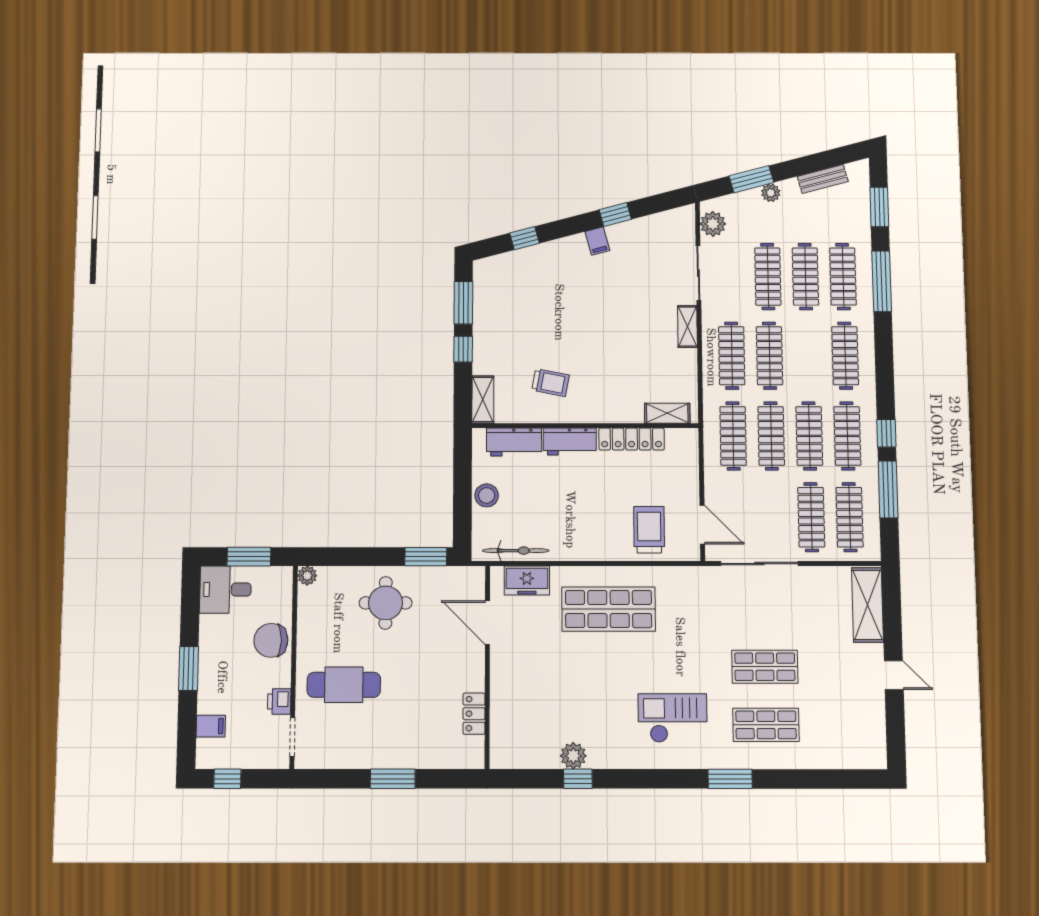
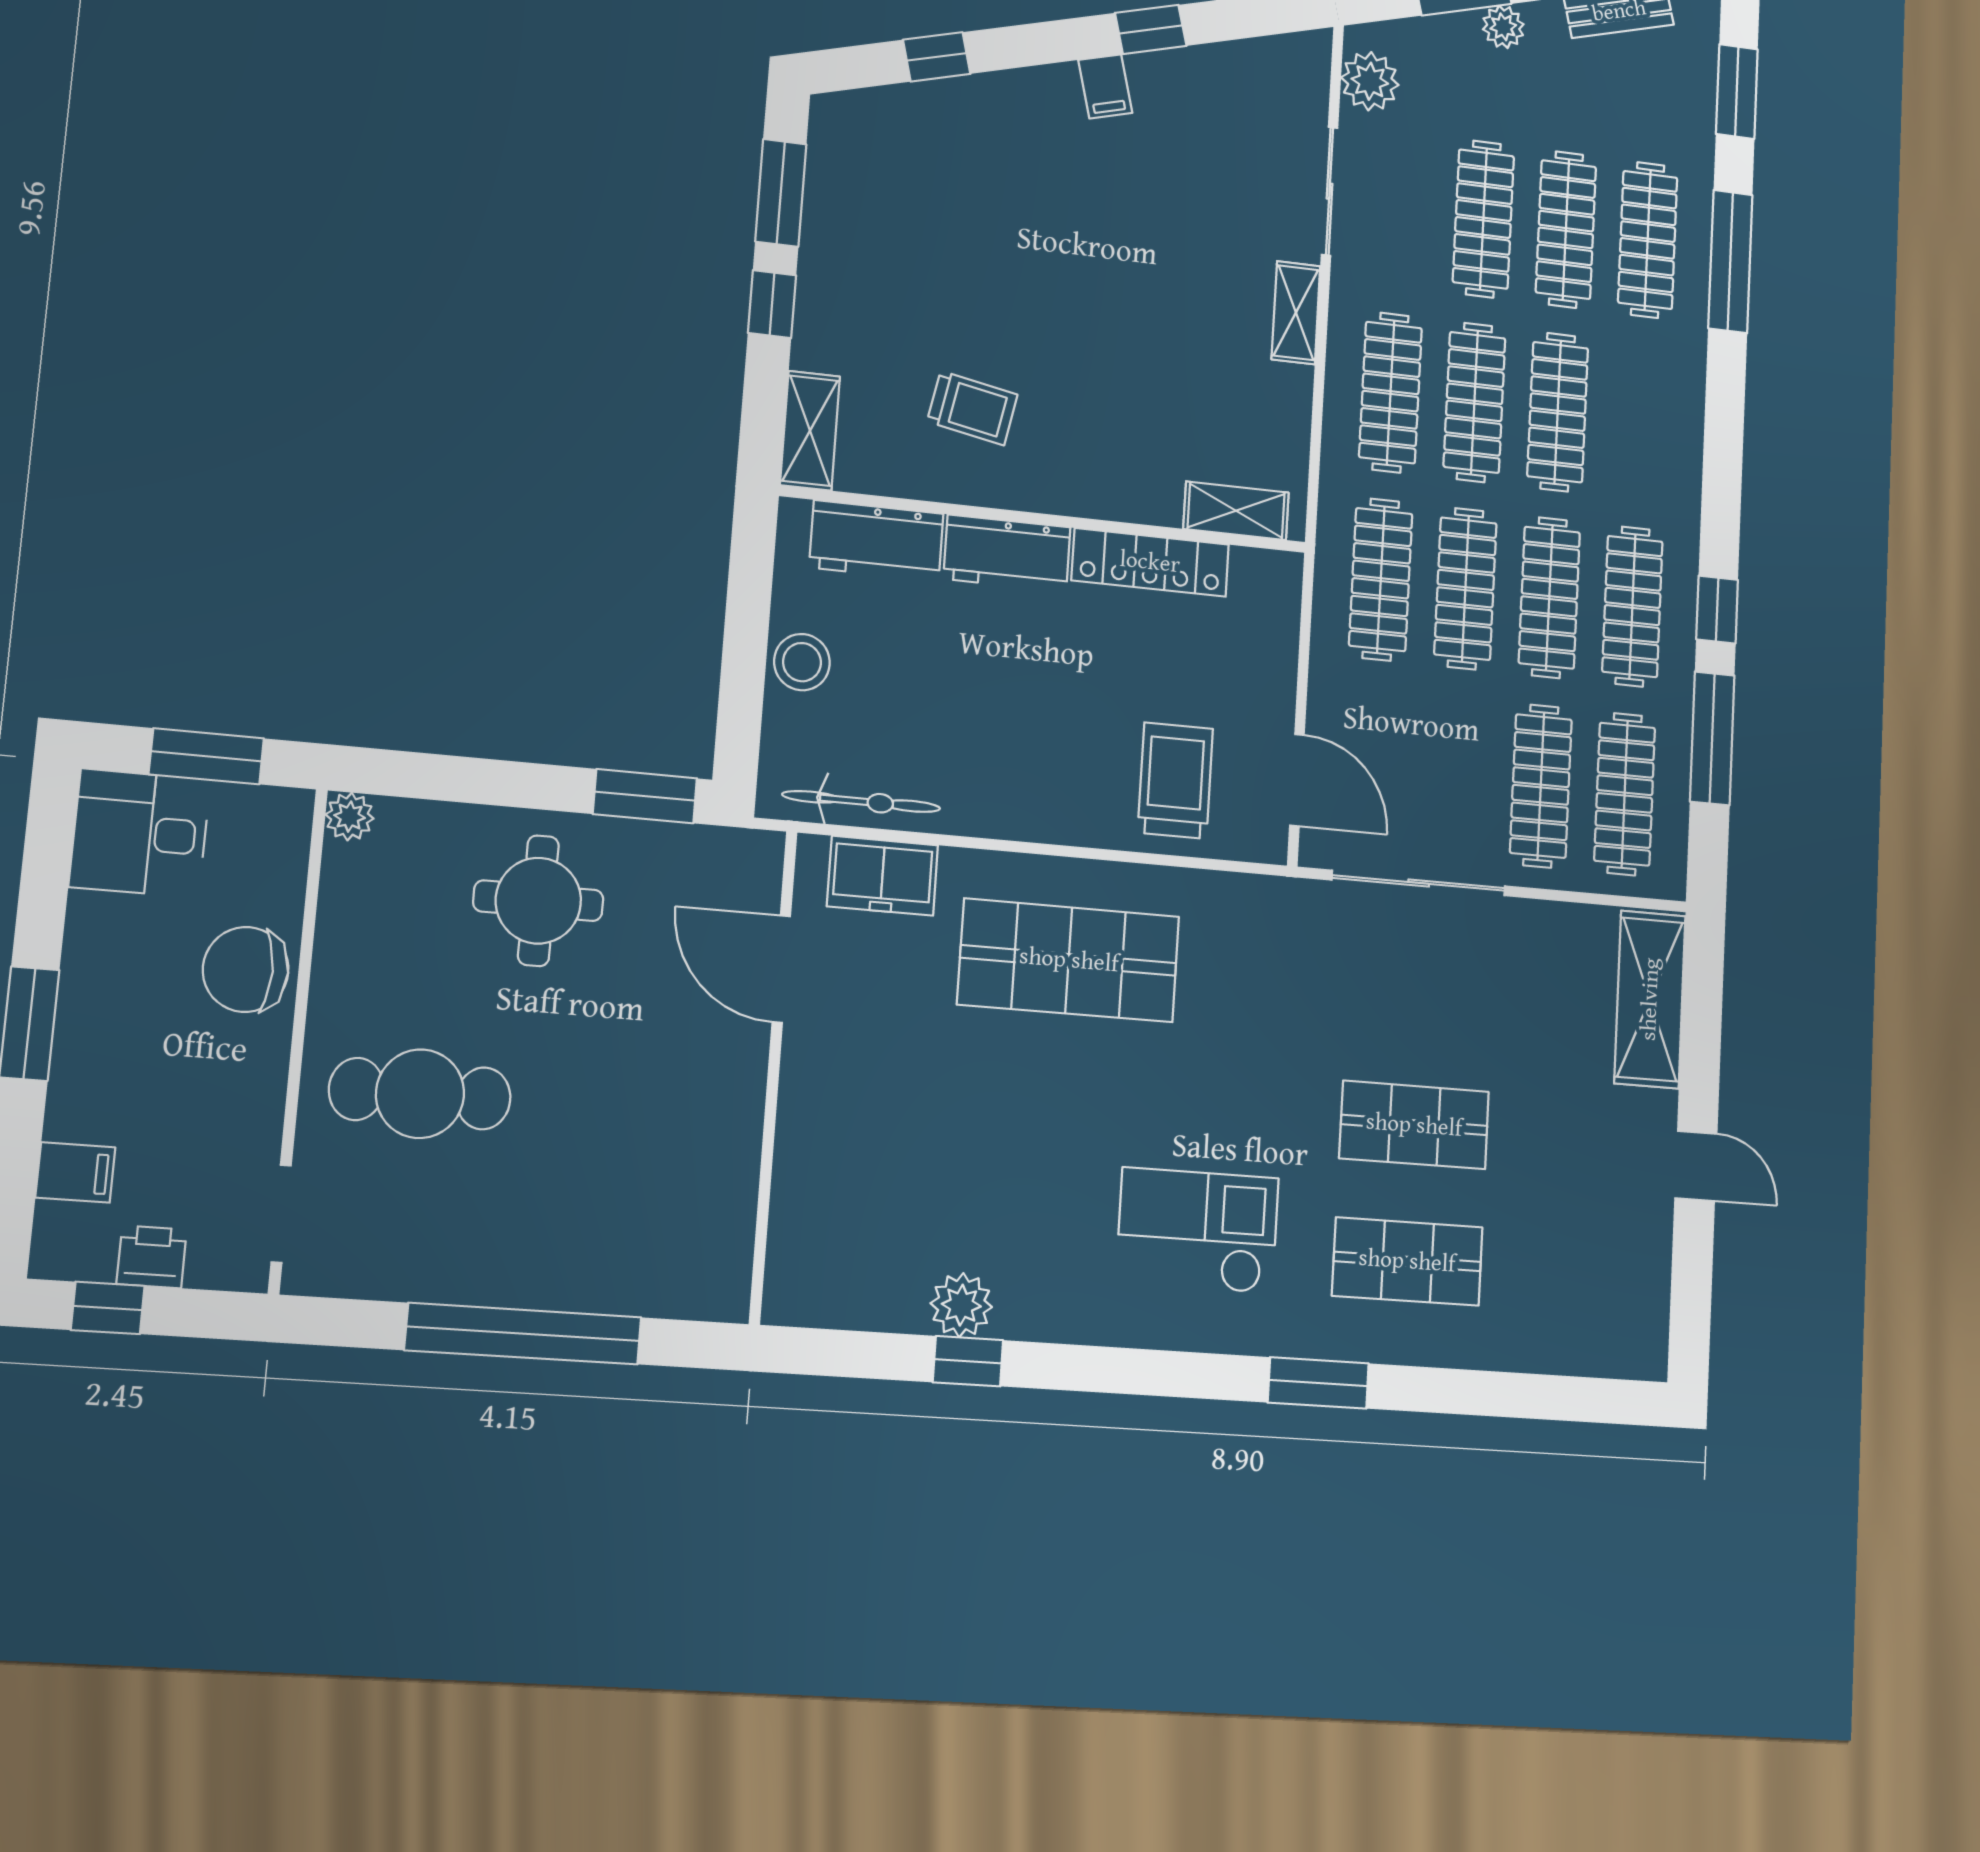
clothes rail: (845, 356) -> (1558, 412), moved
printer: (279, 701) -> (152, 1257), moved, turned 90
locker: (474, 714) -> (733, 1187), removed
window: (393, 779) -> (523, 1334), width x2.11

